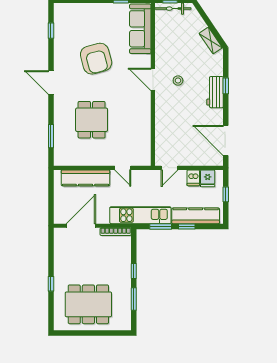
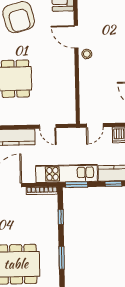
stool: (178, 81) -> (87, 54), moved
window: (161, 226) -> (77, 185), moved
window: (134, 271) -> (61, 217), moved

